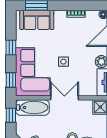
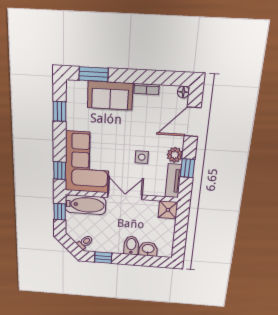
sofa: (37, 20) -> (110, 96), moved
window: (11, 48) -> (60, 111), moved
side table: (63, 62) -> (142, 157), moved

